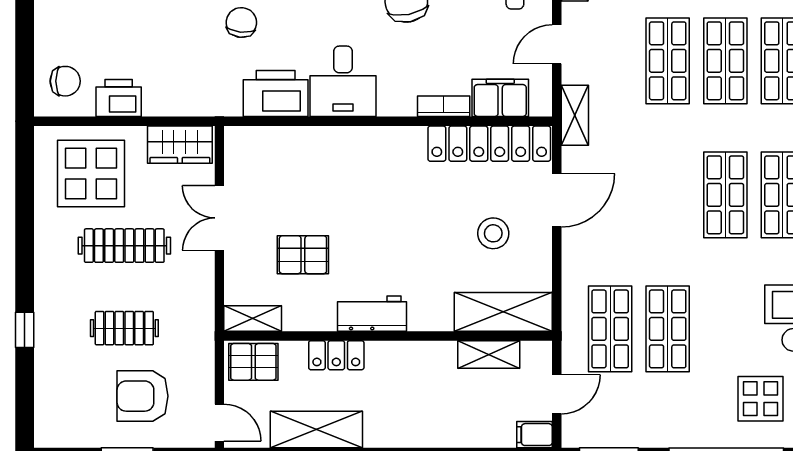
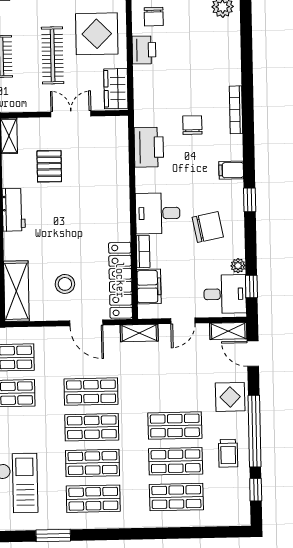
chair: (241, 23) -> (192, 125), turned -96
door: (557, 44) -> (183, 321), swing flipped
shop shelf: (668, 61) -> (91, 392), moved
desk: (343, 81) -> (158, 213), moved

